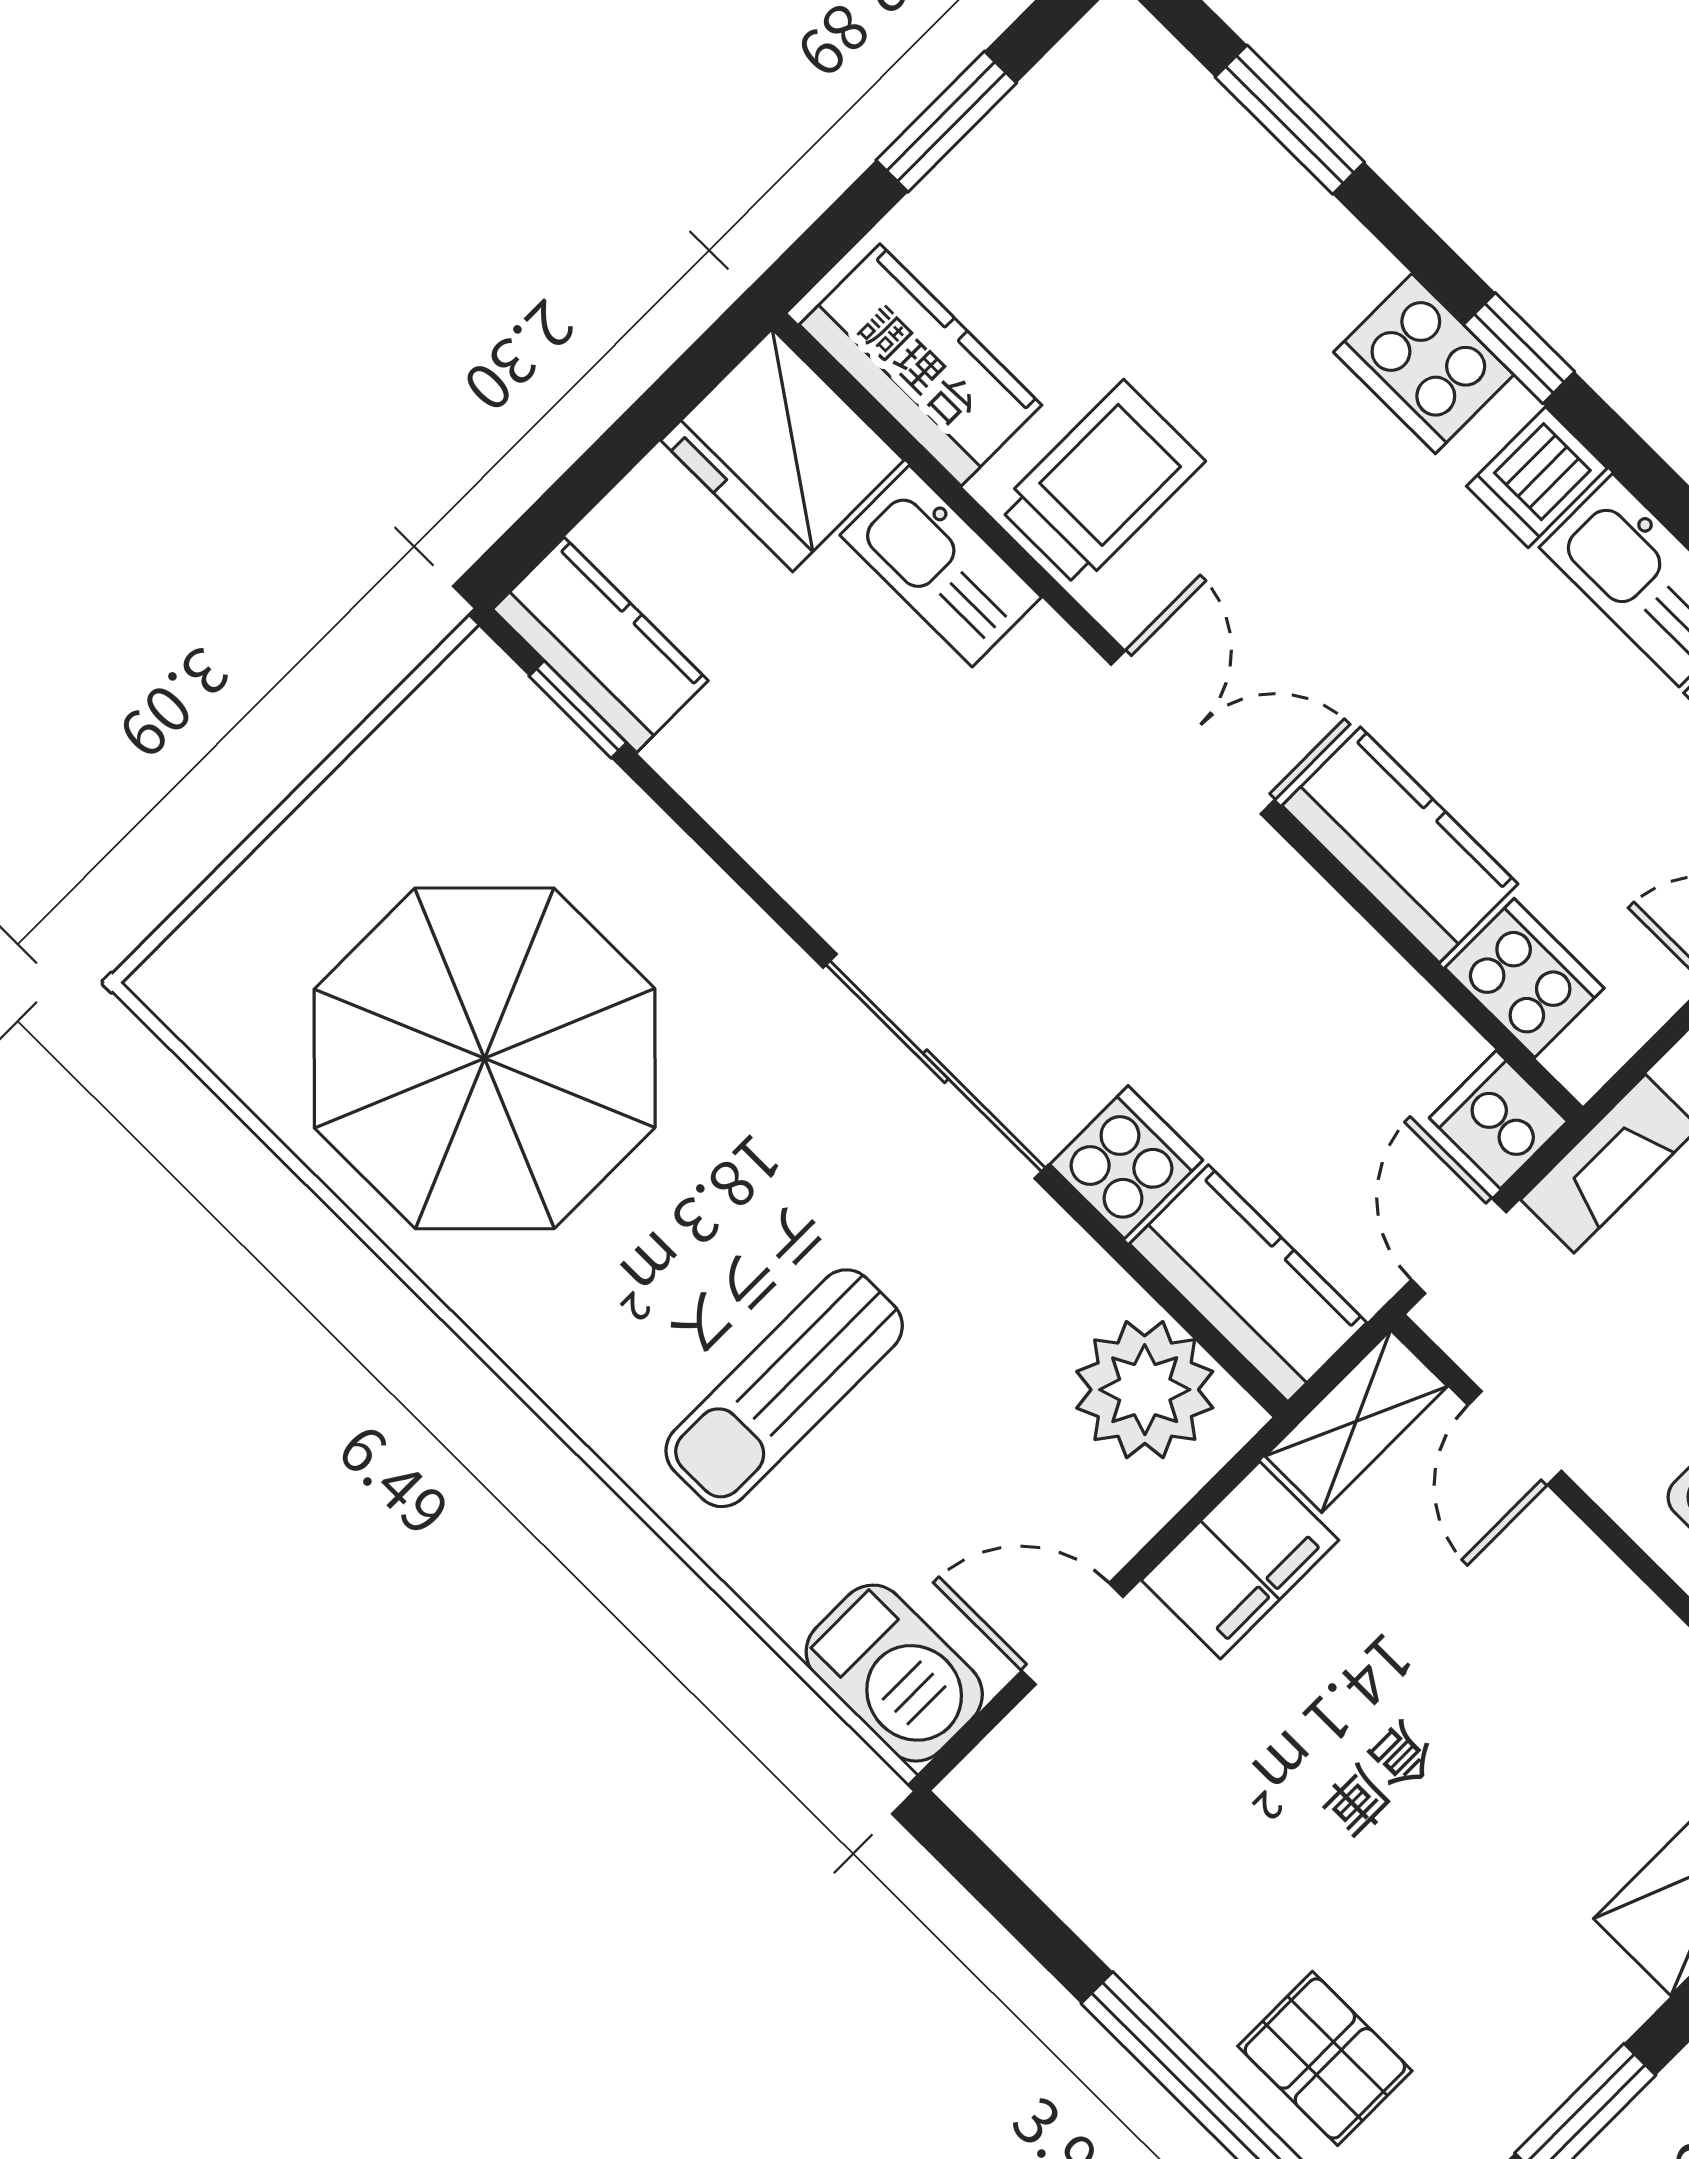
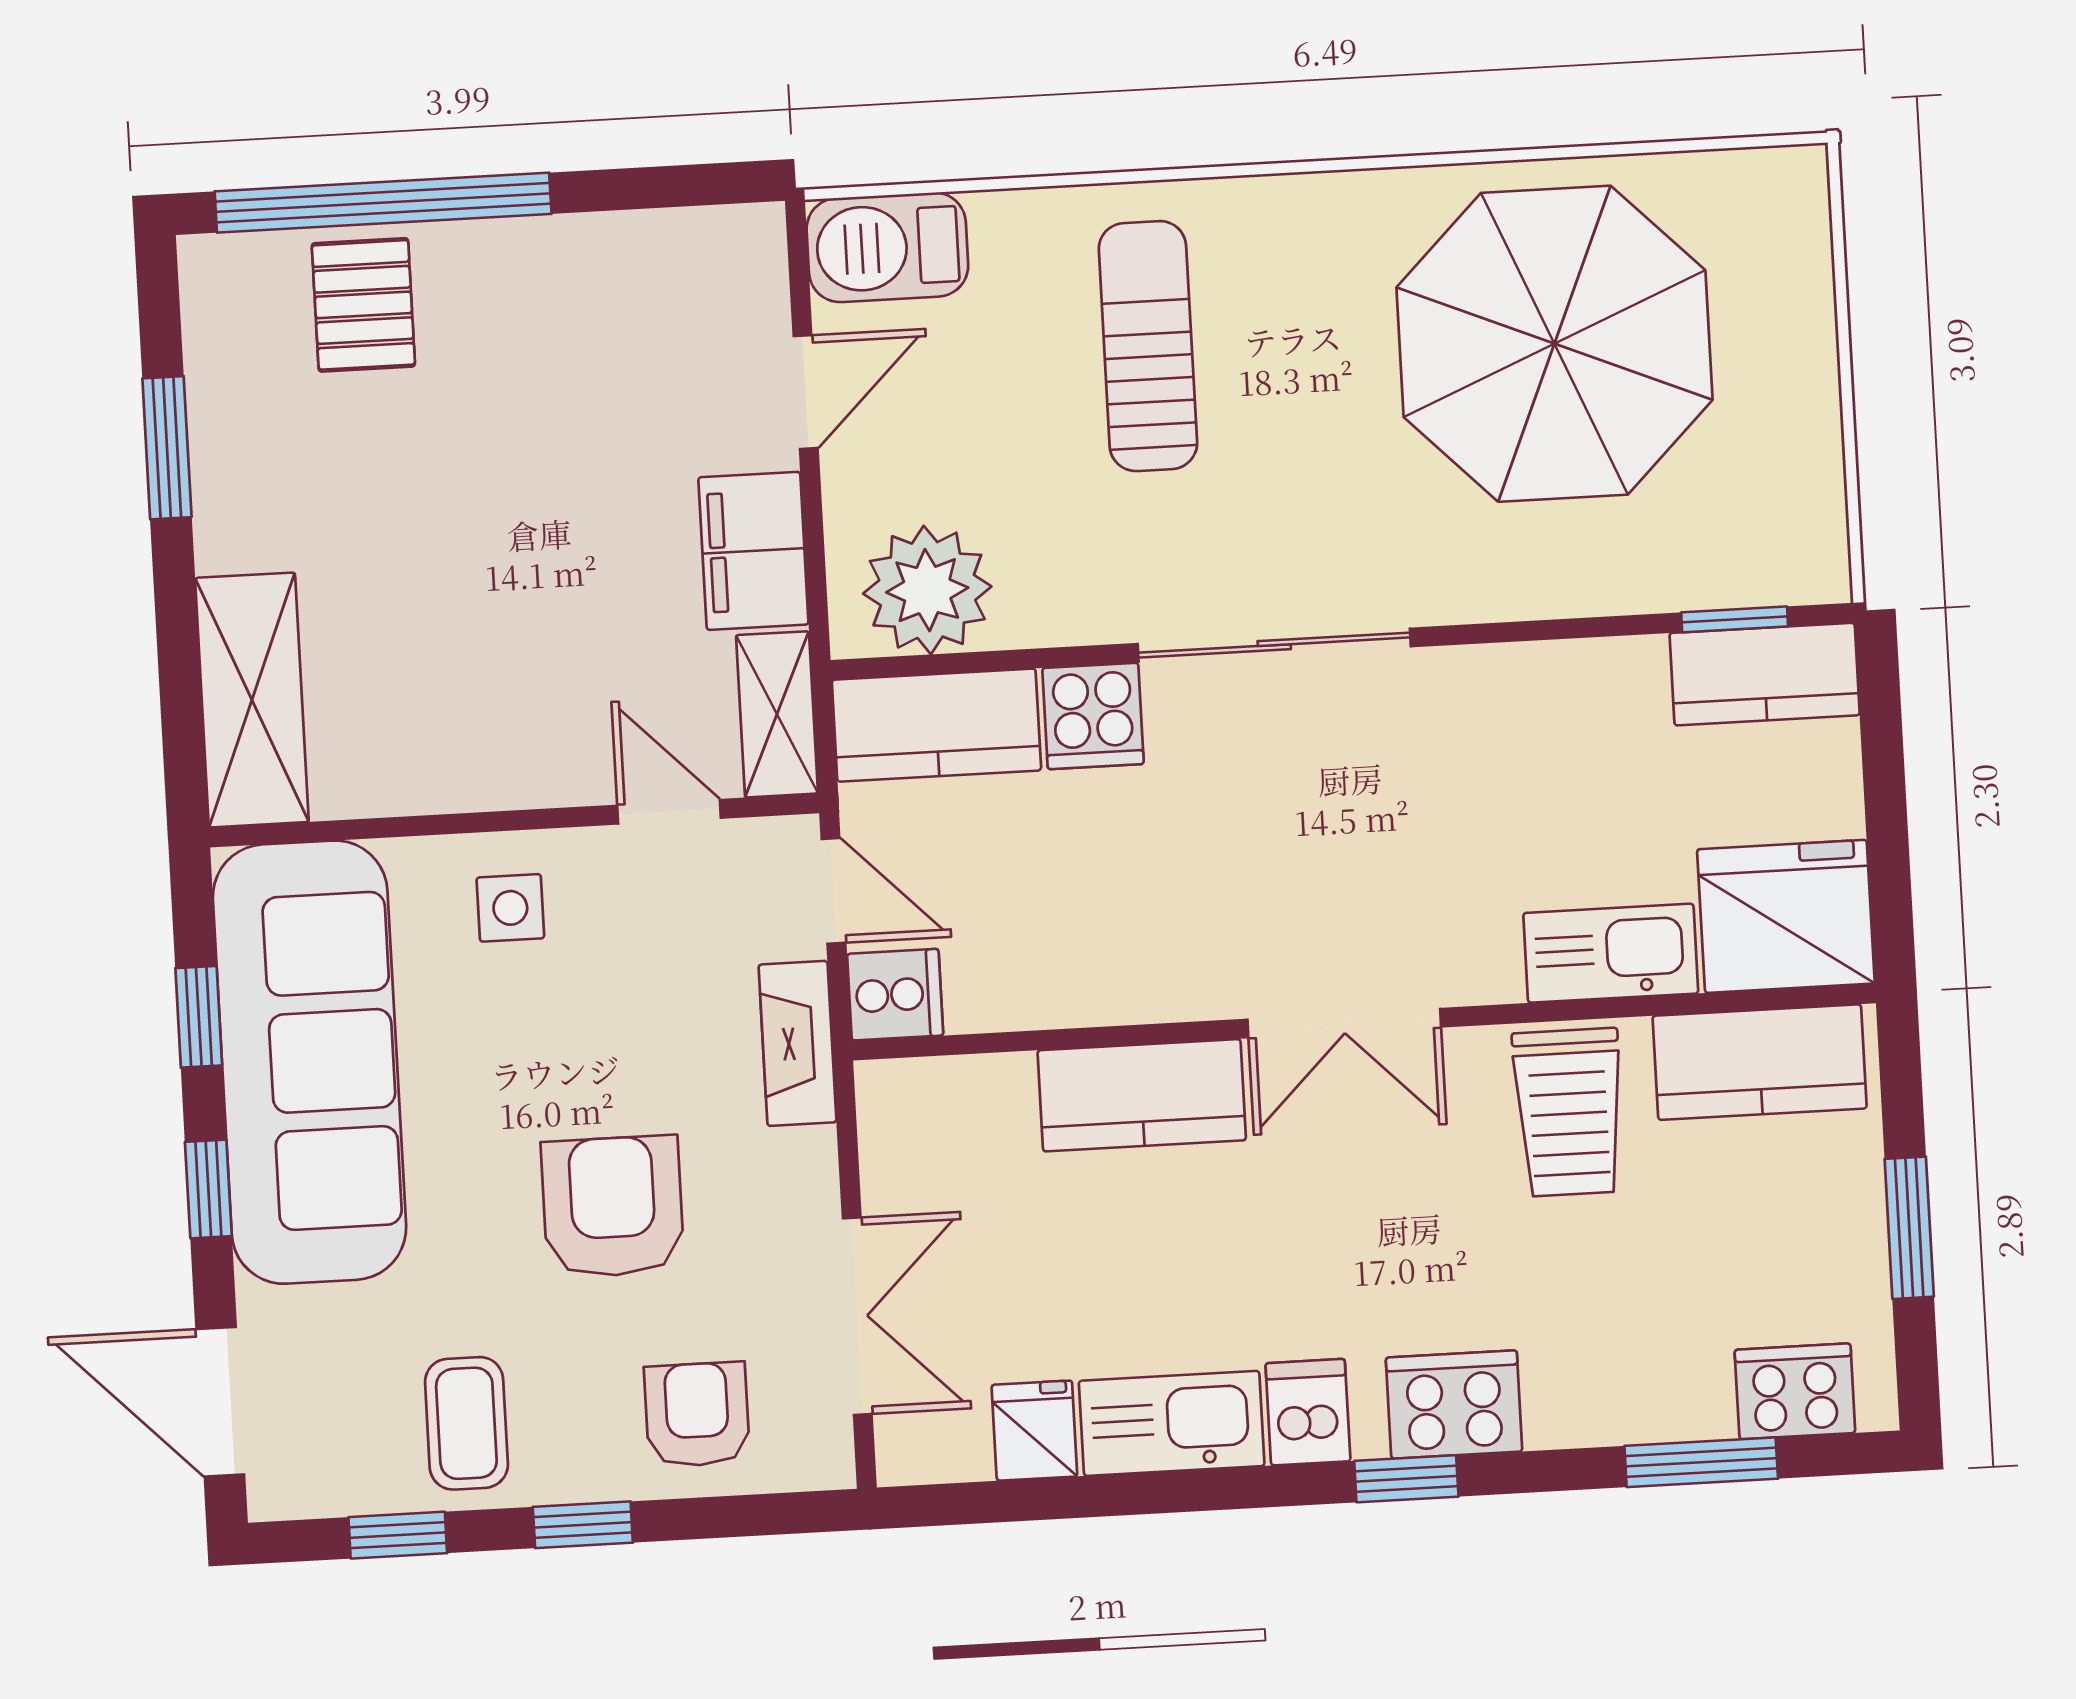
cooker: (1524, 978) -> (1795, 1391), moved, turned 180
pallet: (1325, 2058) -> (363, 305), turned 90

